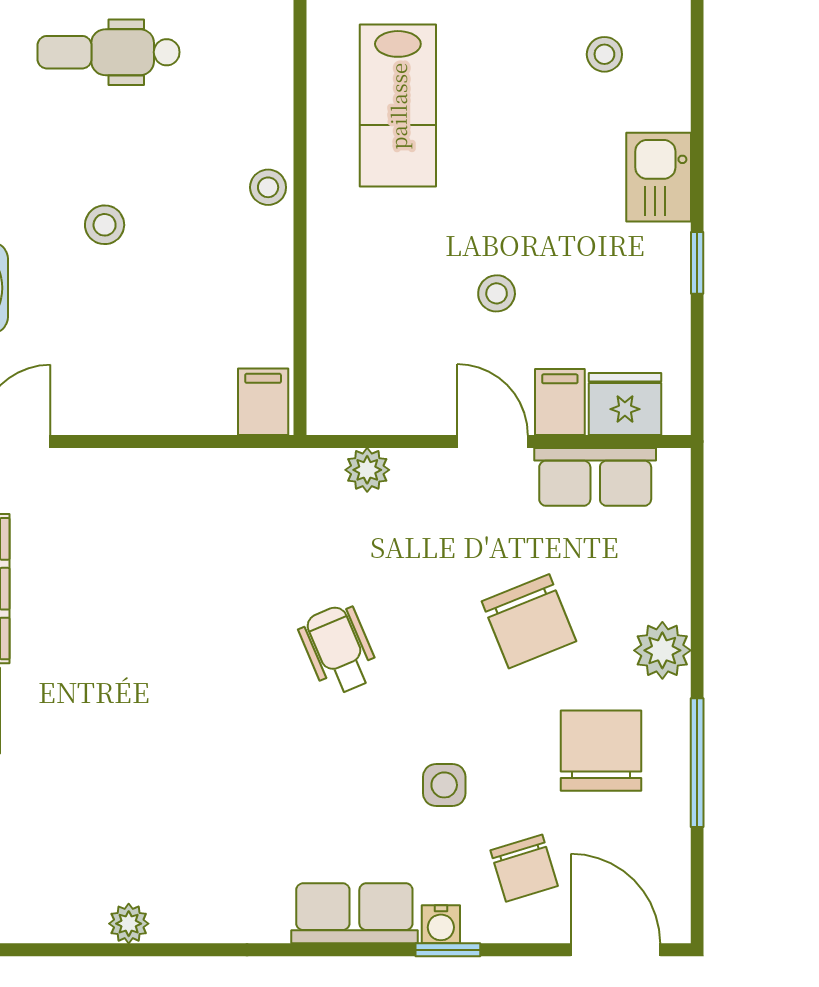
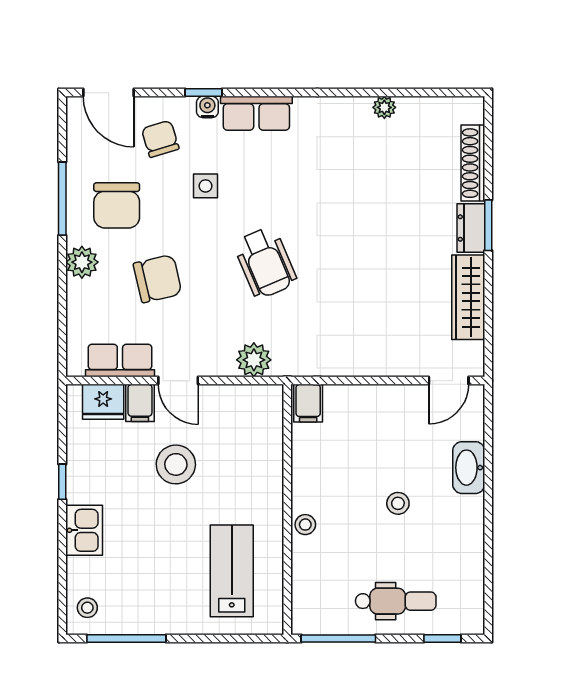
stool: (604, 54) -> (87, 608), moved
stool: (497, 293) -> (176, 464), width x1.89, depth x1.89
plant: (367, 470) -> (254, 360), width x1.38, depth x1.38
chair: (529, 621) -> (158, 279), turned 99
wheelchair: (339, 650) -> (265, 263), width x1.36, depth x1.37

